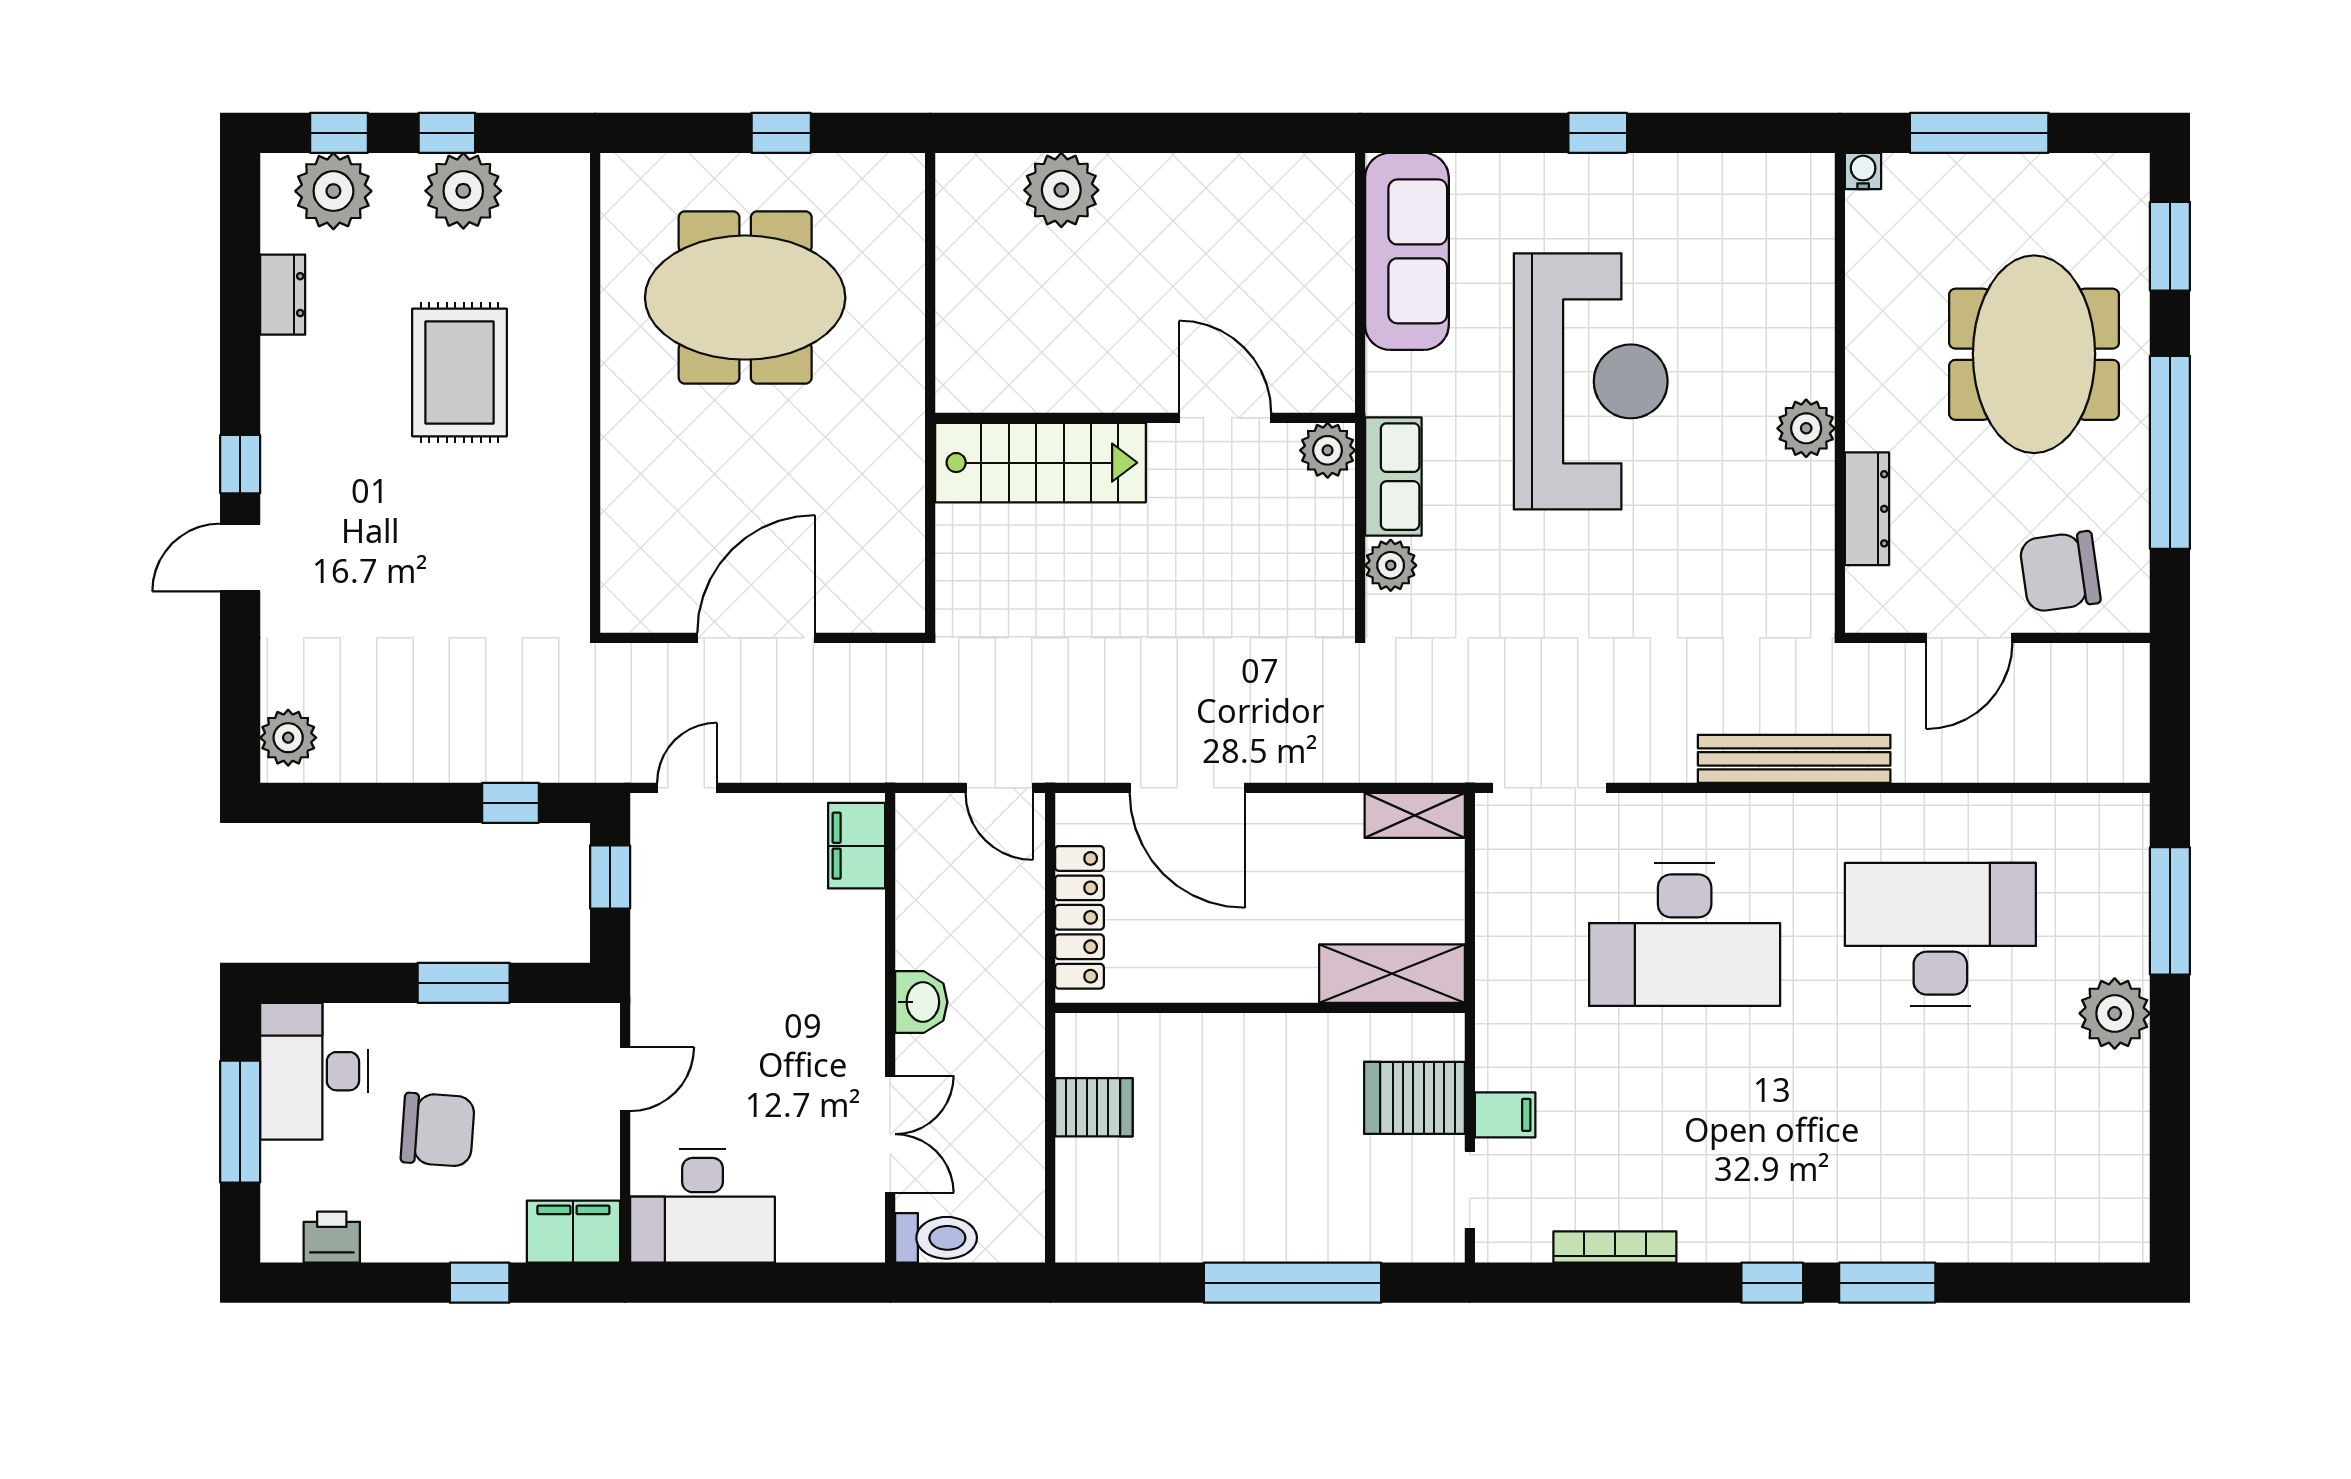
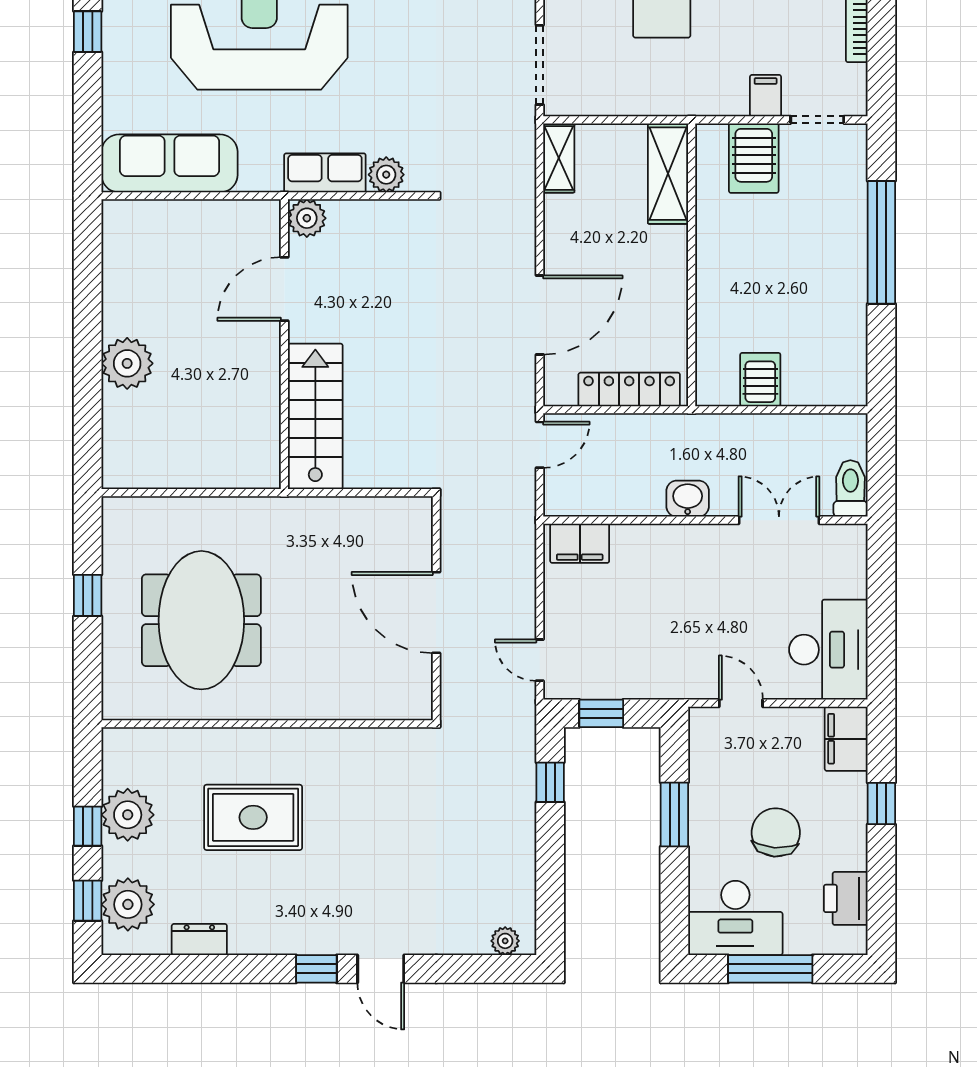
plant: (1061, 190) -> (127, 363), moved
plant: (288, 738) -> (505, 941), width x0.73, depth x0.73
printer: (332, 1237) -> (846, 898), width x1.36, depth x1.24

